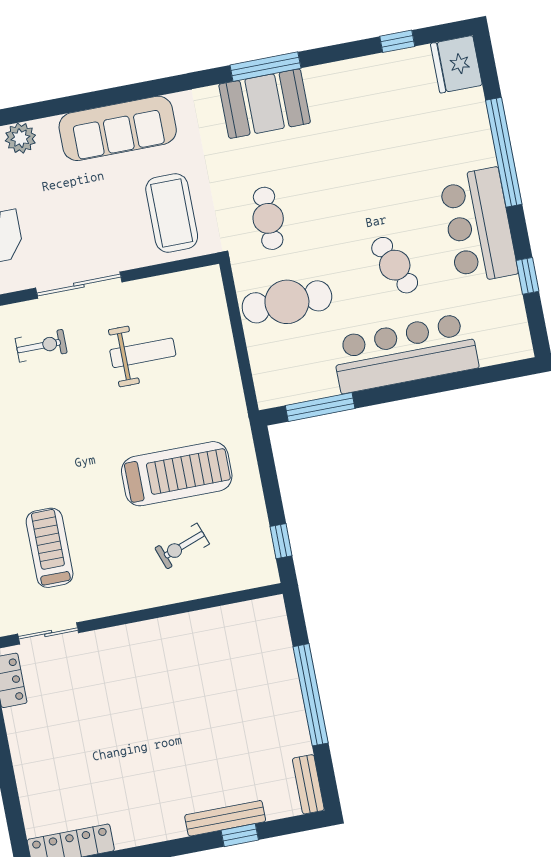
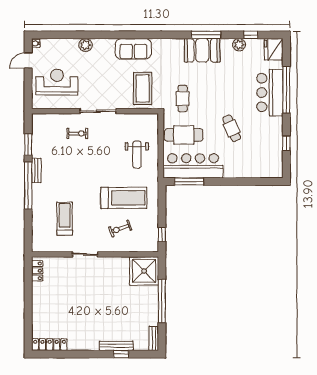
window: (265, 67) -> (206, 35), moved
plant: (375, 69) -> (239, 45), added
booth: (265, 104) -> (202, 50), moved
sofa: (118, 128) -> (133, 49), width x0.73
bar counter: (478, 226) -> (270, 93), moved
weight bench: (143, 353) -> (137, 155), moved, turned 90
bar counter: (405, 353) -> (193, 166), moved
sliding door: (48, 633) -> (85, 254), moved
shower: (256, 633) -> (144, 271), added

